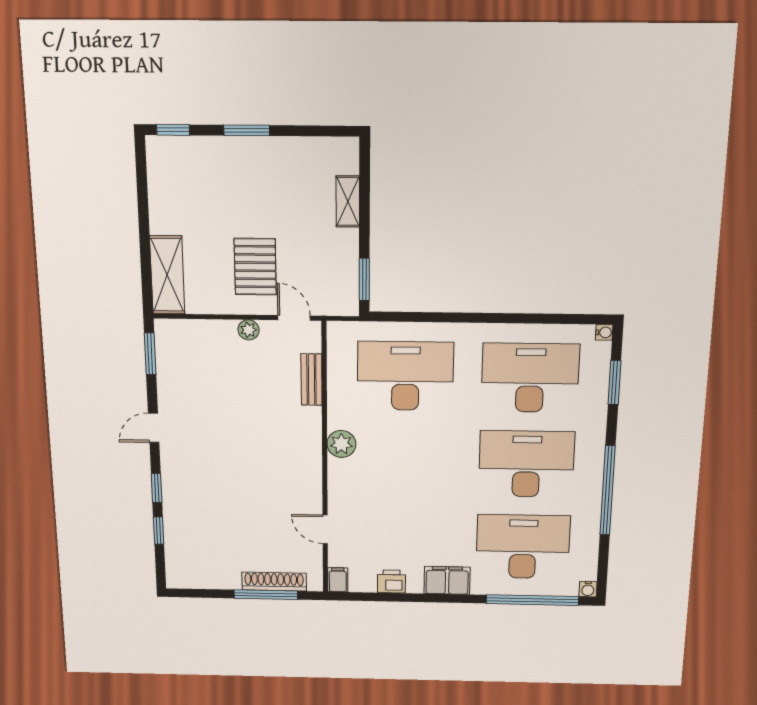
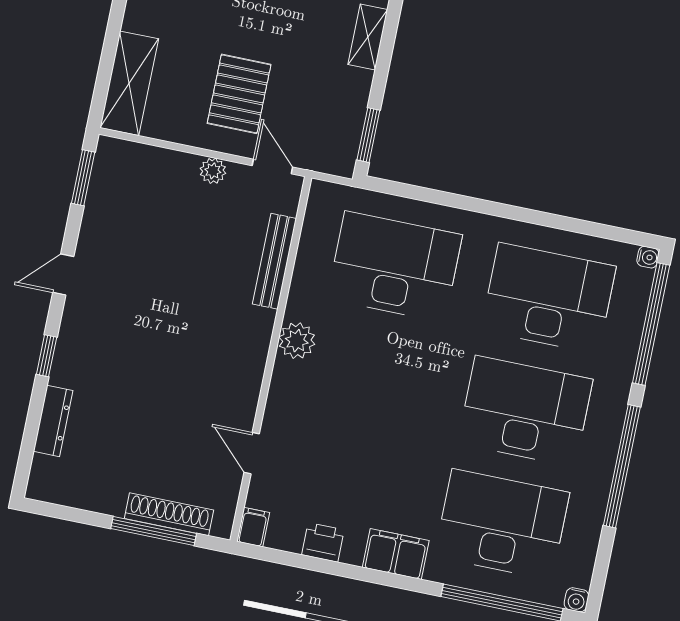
bench: (311, 380) -> (275, 261), width x1.36
window: (614, 383) -> (651, 324), width x2.11
window: (159, 531) -> (34, 415), removed
dresser: (173, 532) -> (53, 421), added

